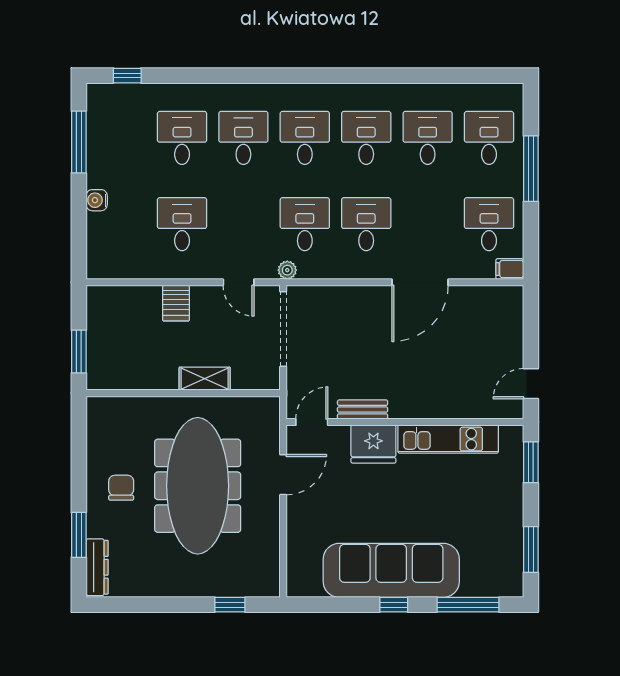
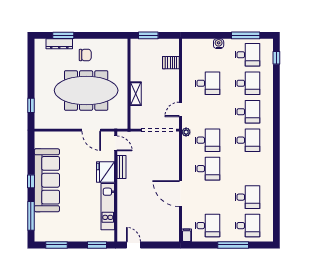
desk: (366, 138) -> (247, 55), moved
server rack: (176, 303) -> (171, 63), moved
dresser: (97, 567) -> (59, 44), moved

